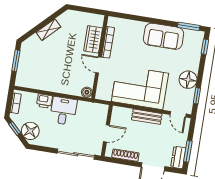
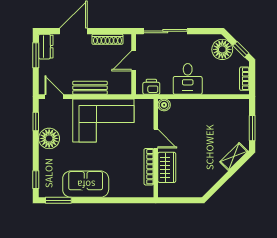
shelving: (48, 30) -> (234, 157), moved
printer: (44, 101) -> (151, 87), moved

